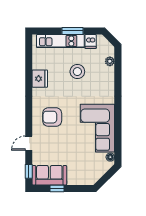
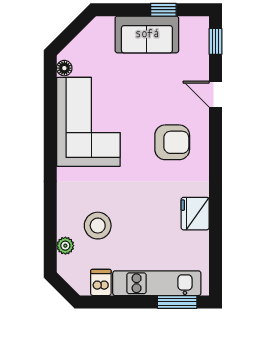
window: (73, 31) -> (177, 302), moved
stool: (77, 72) -> (98, 226), moved
door: (29, 143) -> (215, 94), swing flipped
sofa: (49, 175) -> (147, 34), moved

